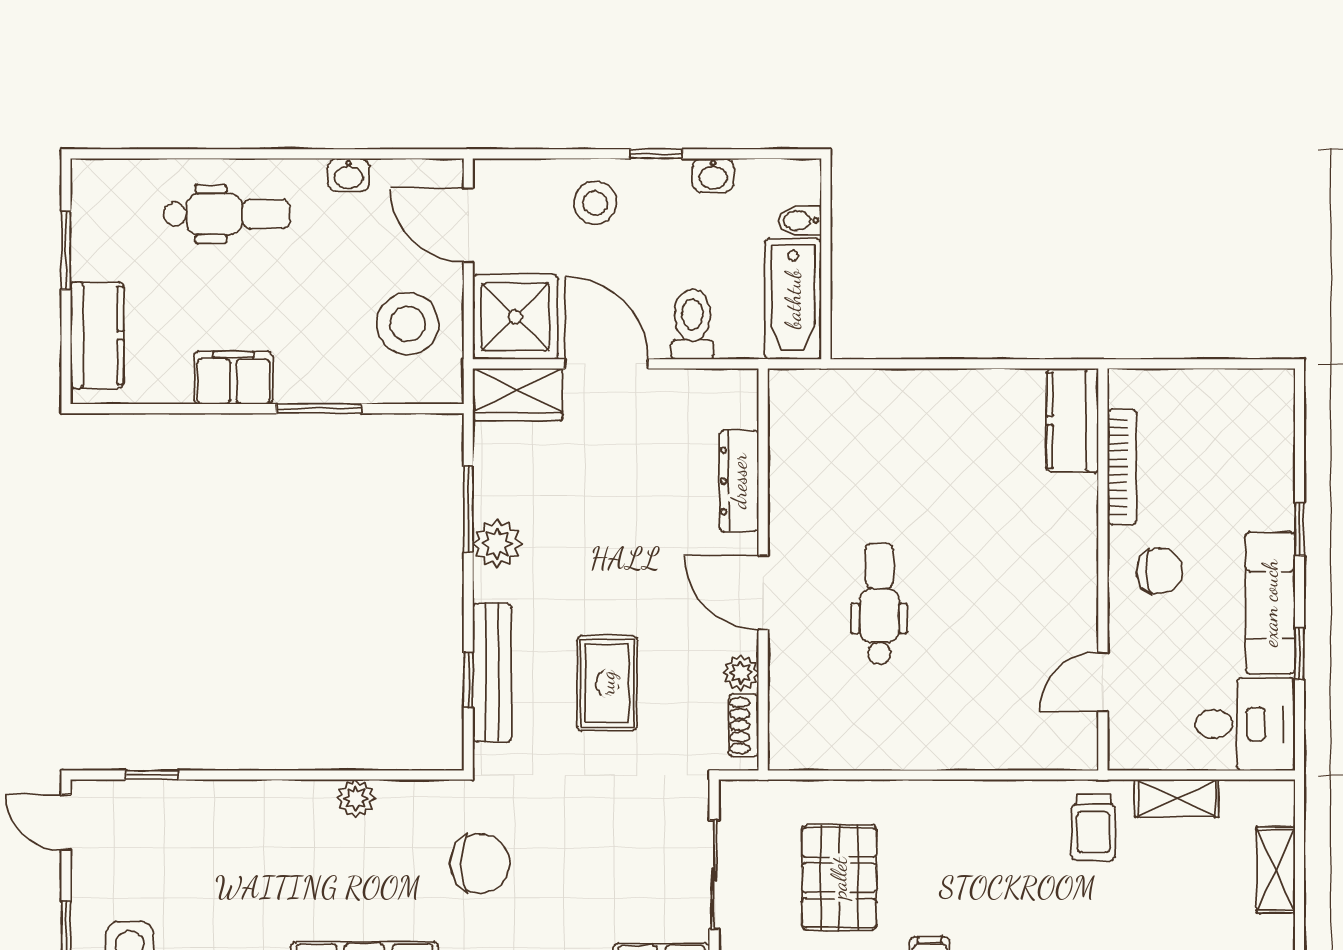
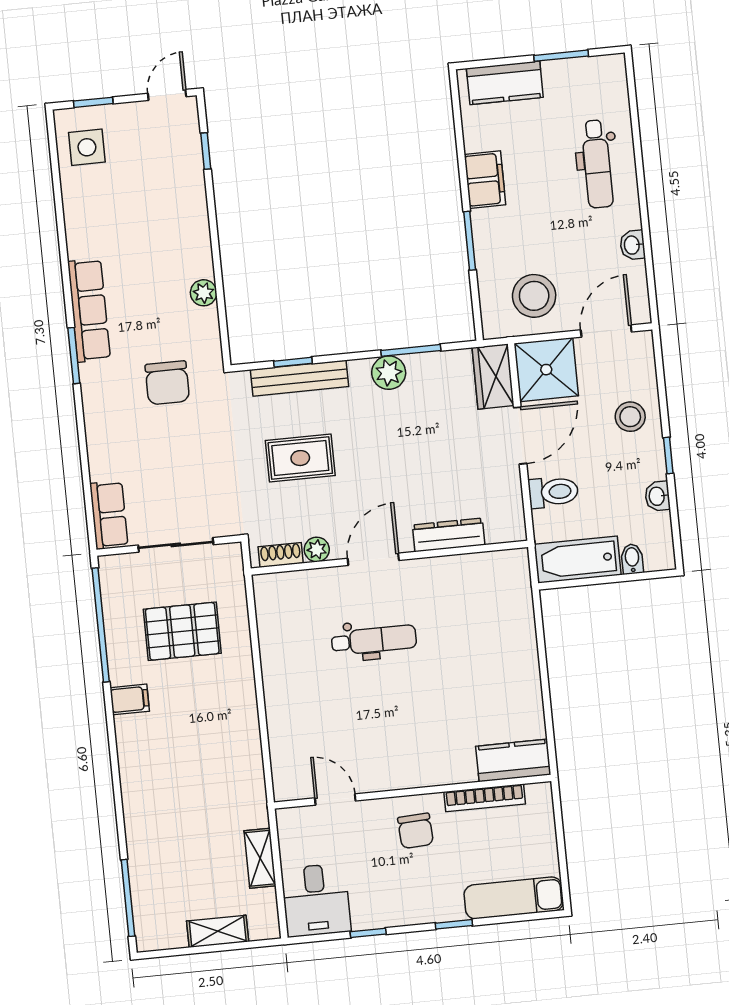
exam couch: (1270, 603) -> (514, 898), moved
trolley: (1093, 828) -> (234, 803), removed

